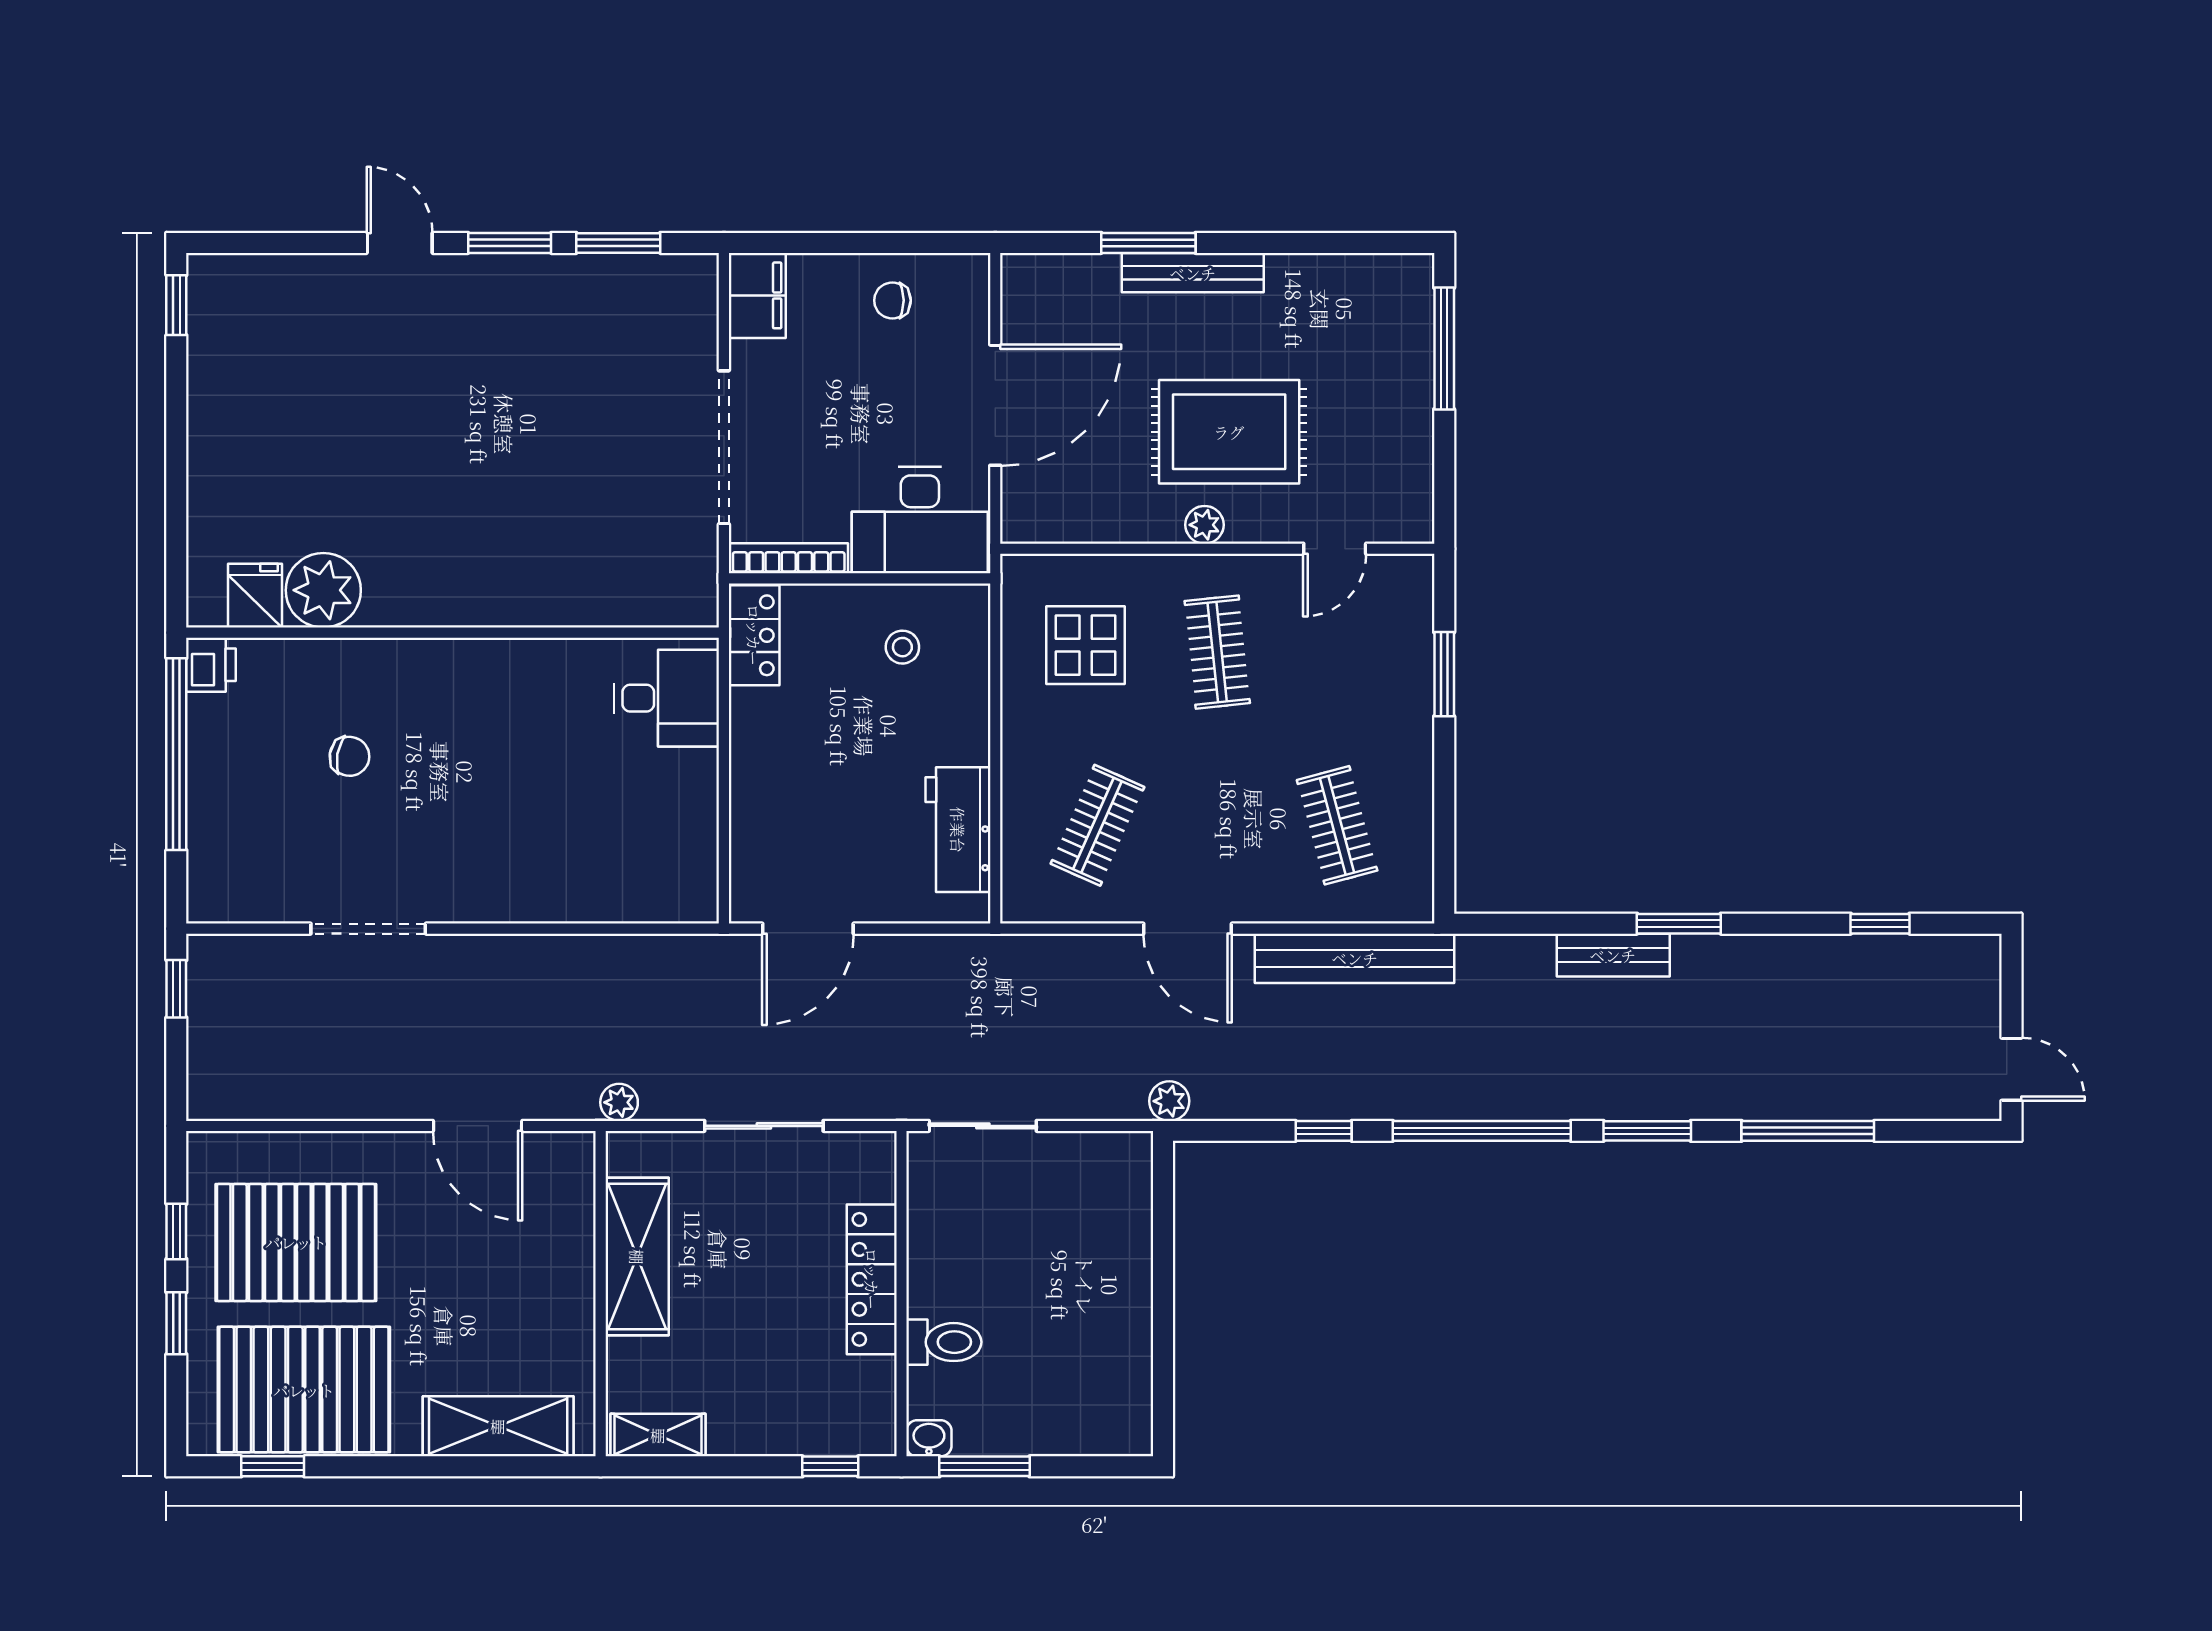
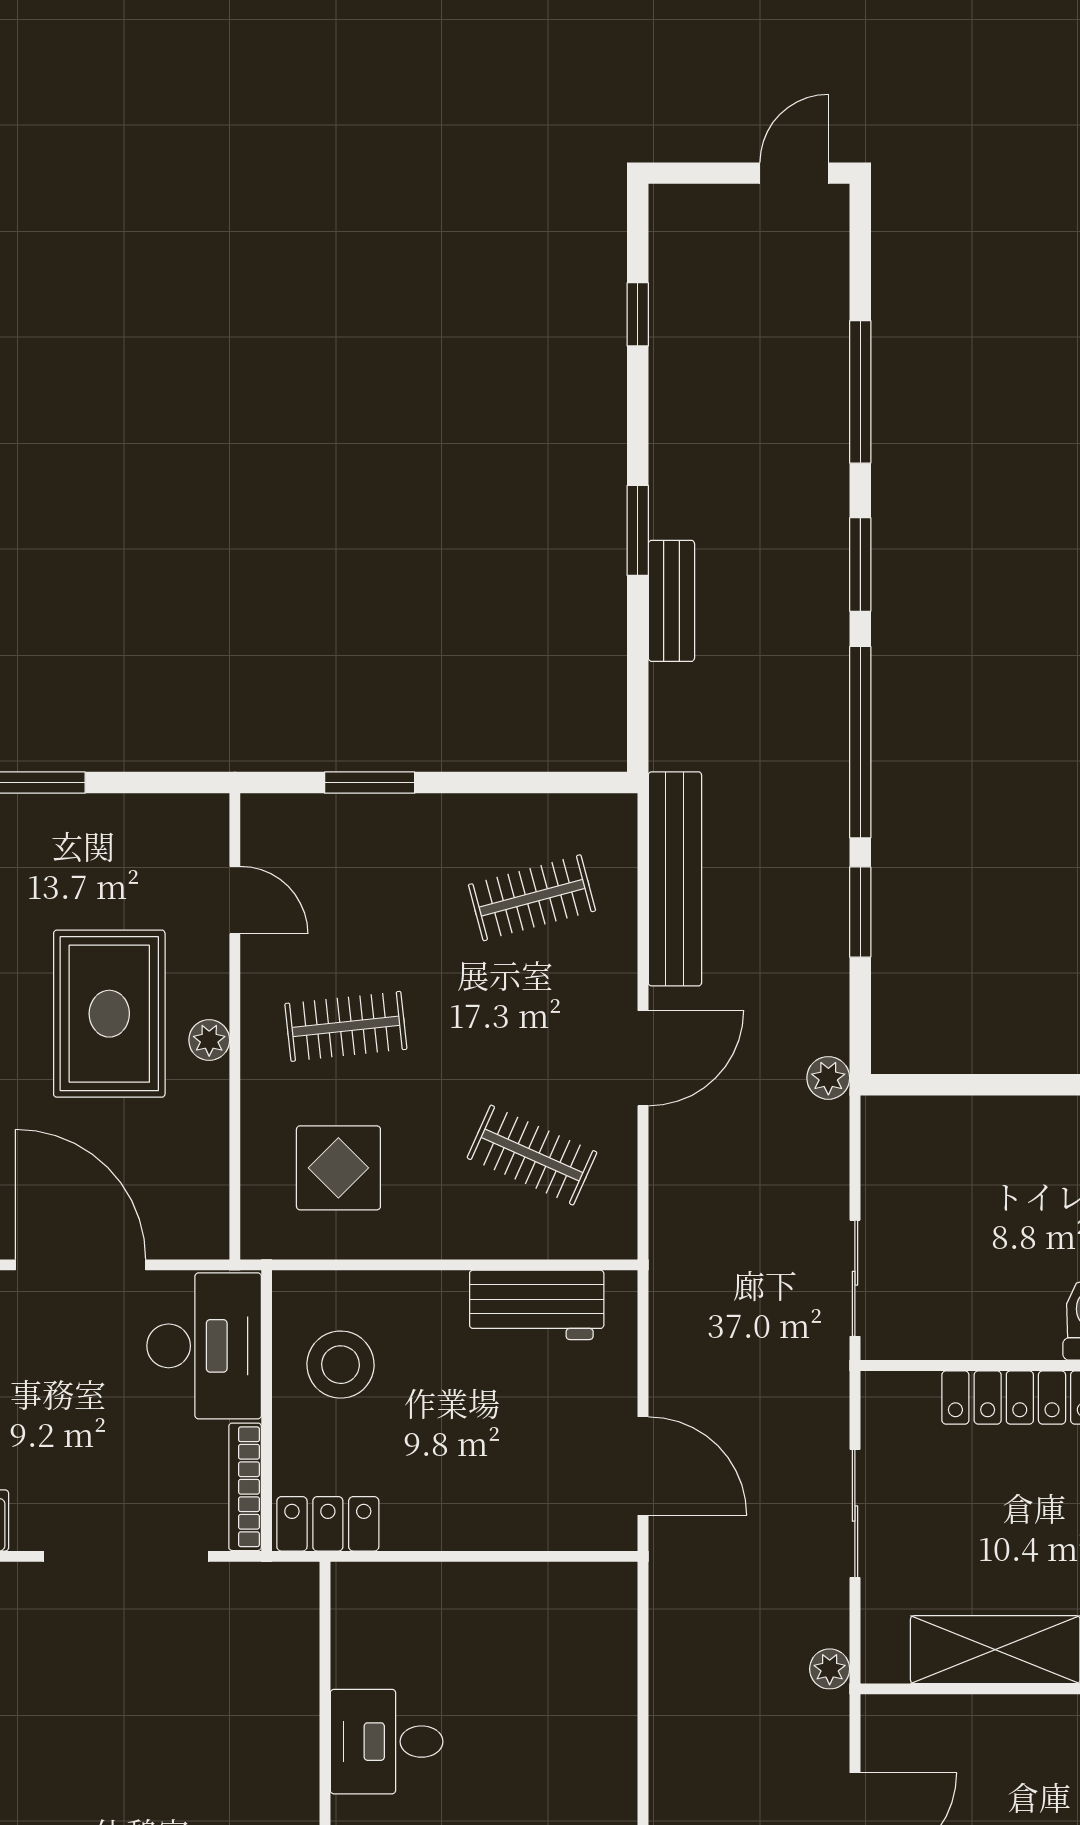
stool: (902, 647) -> (341, 1365), width x1.89, depth x1.89
desk: (667, 698) -> (387, 1742), moved, turned -90
window: (1324, 1131) -> (860, 912), width x1.50

